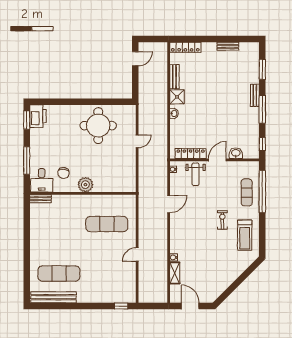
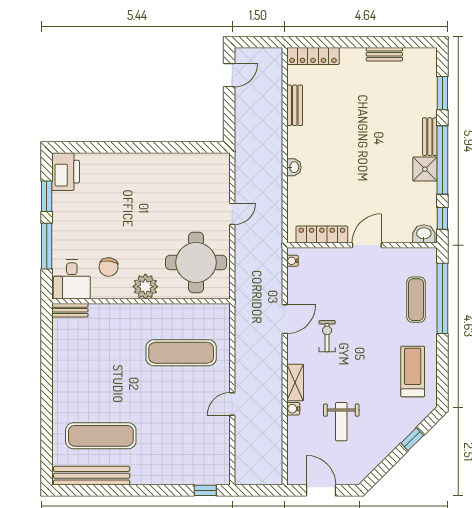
shower: (177, 97) -> (425, 169), moved
window: (262, 109) -> (442, 160), width x1.46
window: (27, 120) -> (47, 196), moved
round table: (98, 126) -> (196, 262), moved
washbasin: (236, 153) -> (424, 234), moved
weight bench: (196, 174) -> (341, 422), moved
exercise bike: (222, 220) -> (327, 336), moved
treadmill: (245, 235) -> (413, 371), turned 180
shelving: (175, 273) -> (295, 383), moved
window: (244, 276) -> (412, 439), added

